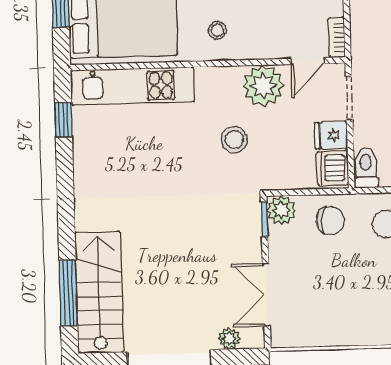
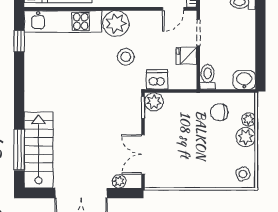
plant: (263, 86) -> (116, 24), moved
dishwasher: (333, 168) -> (157, 79), moved, turned 90
chair: (330, 220) -> (185, 109), removed

